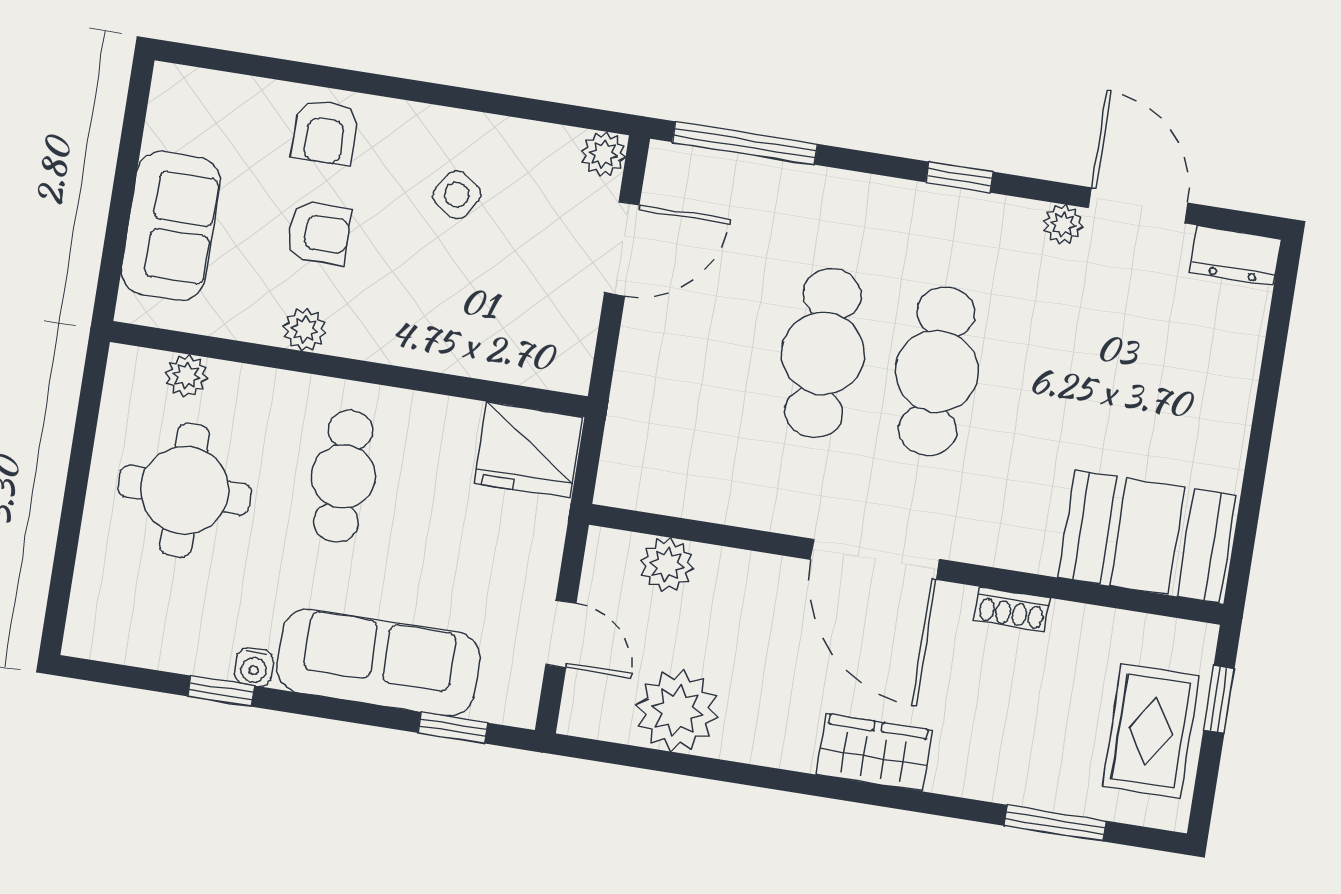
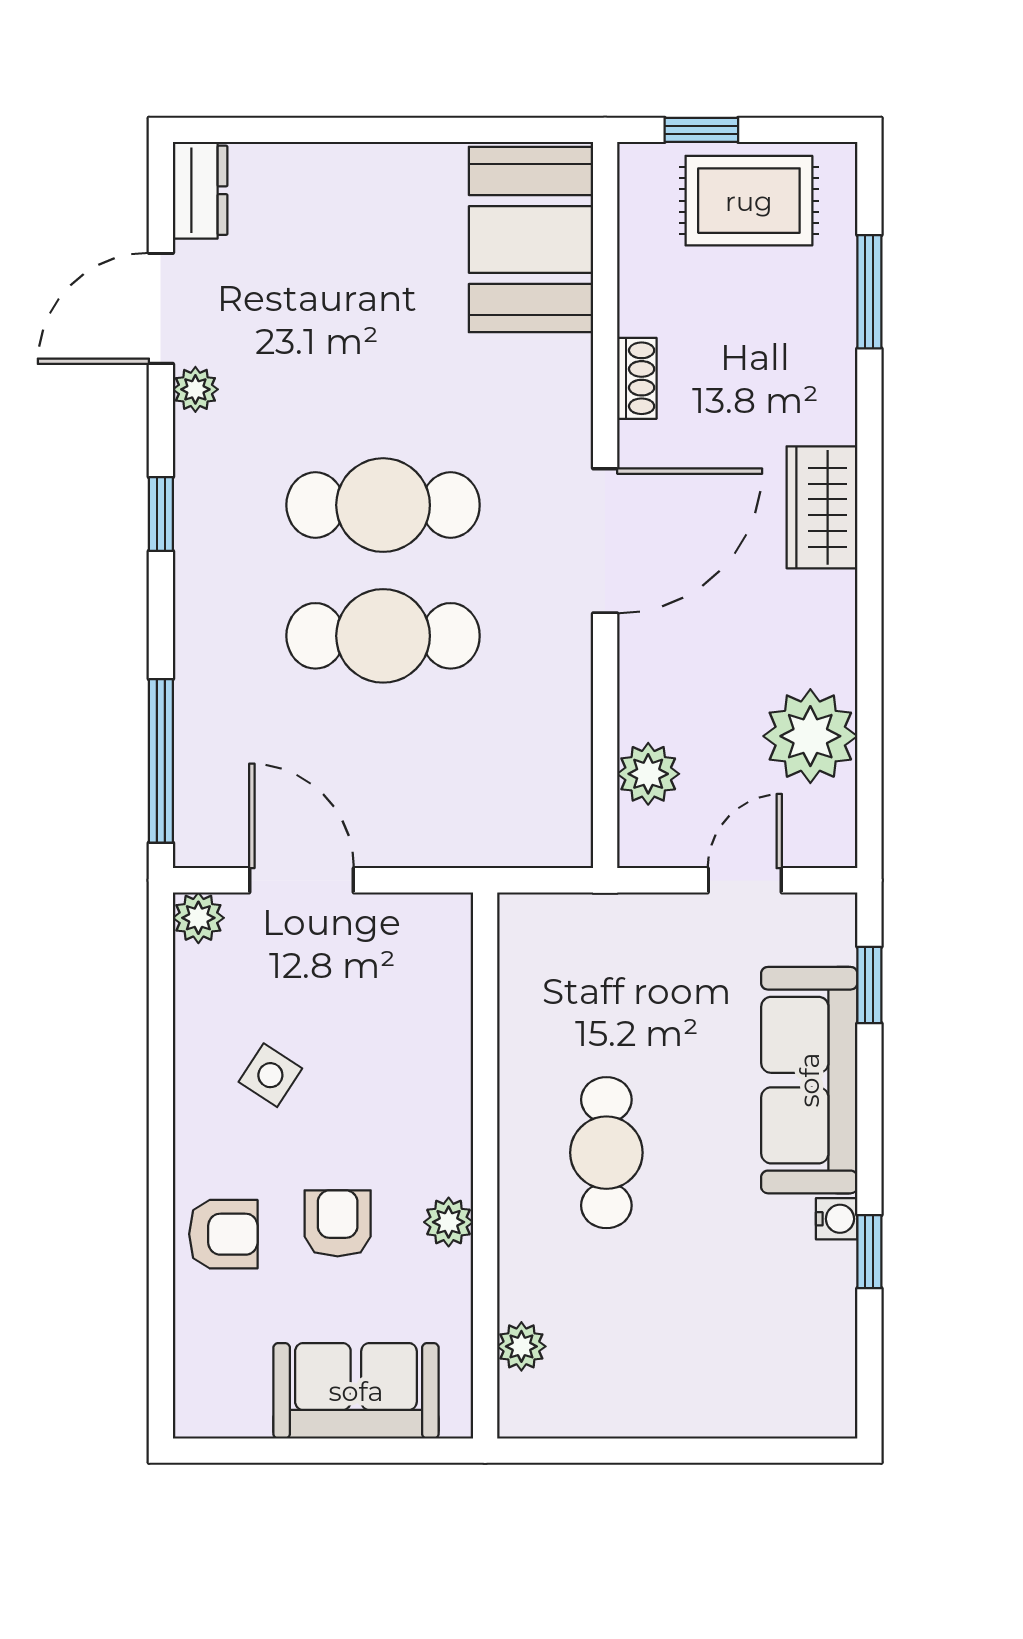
fridge: (528, 450) -> (544, 949), removed
cafe table: (343, 476) -> (606, 1153), turned 90
round table: (185, 490) -> (650, 1328), removed

